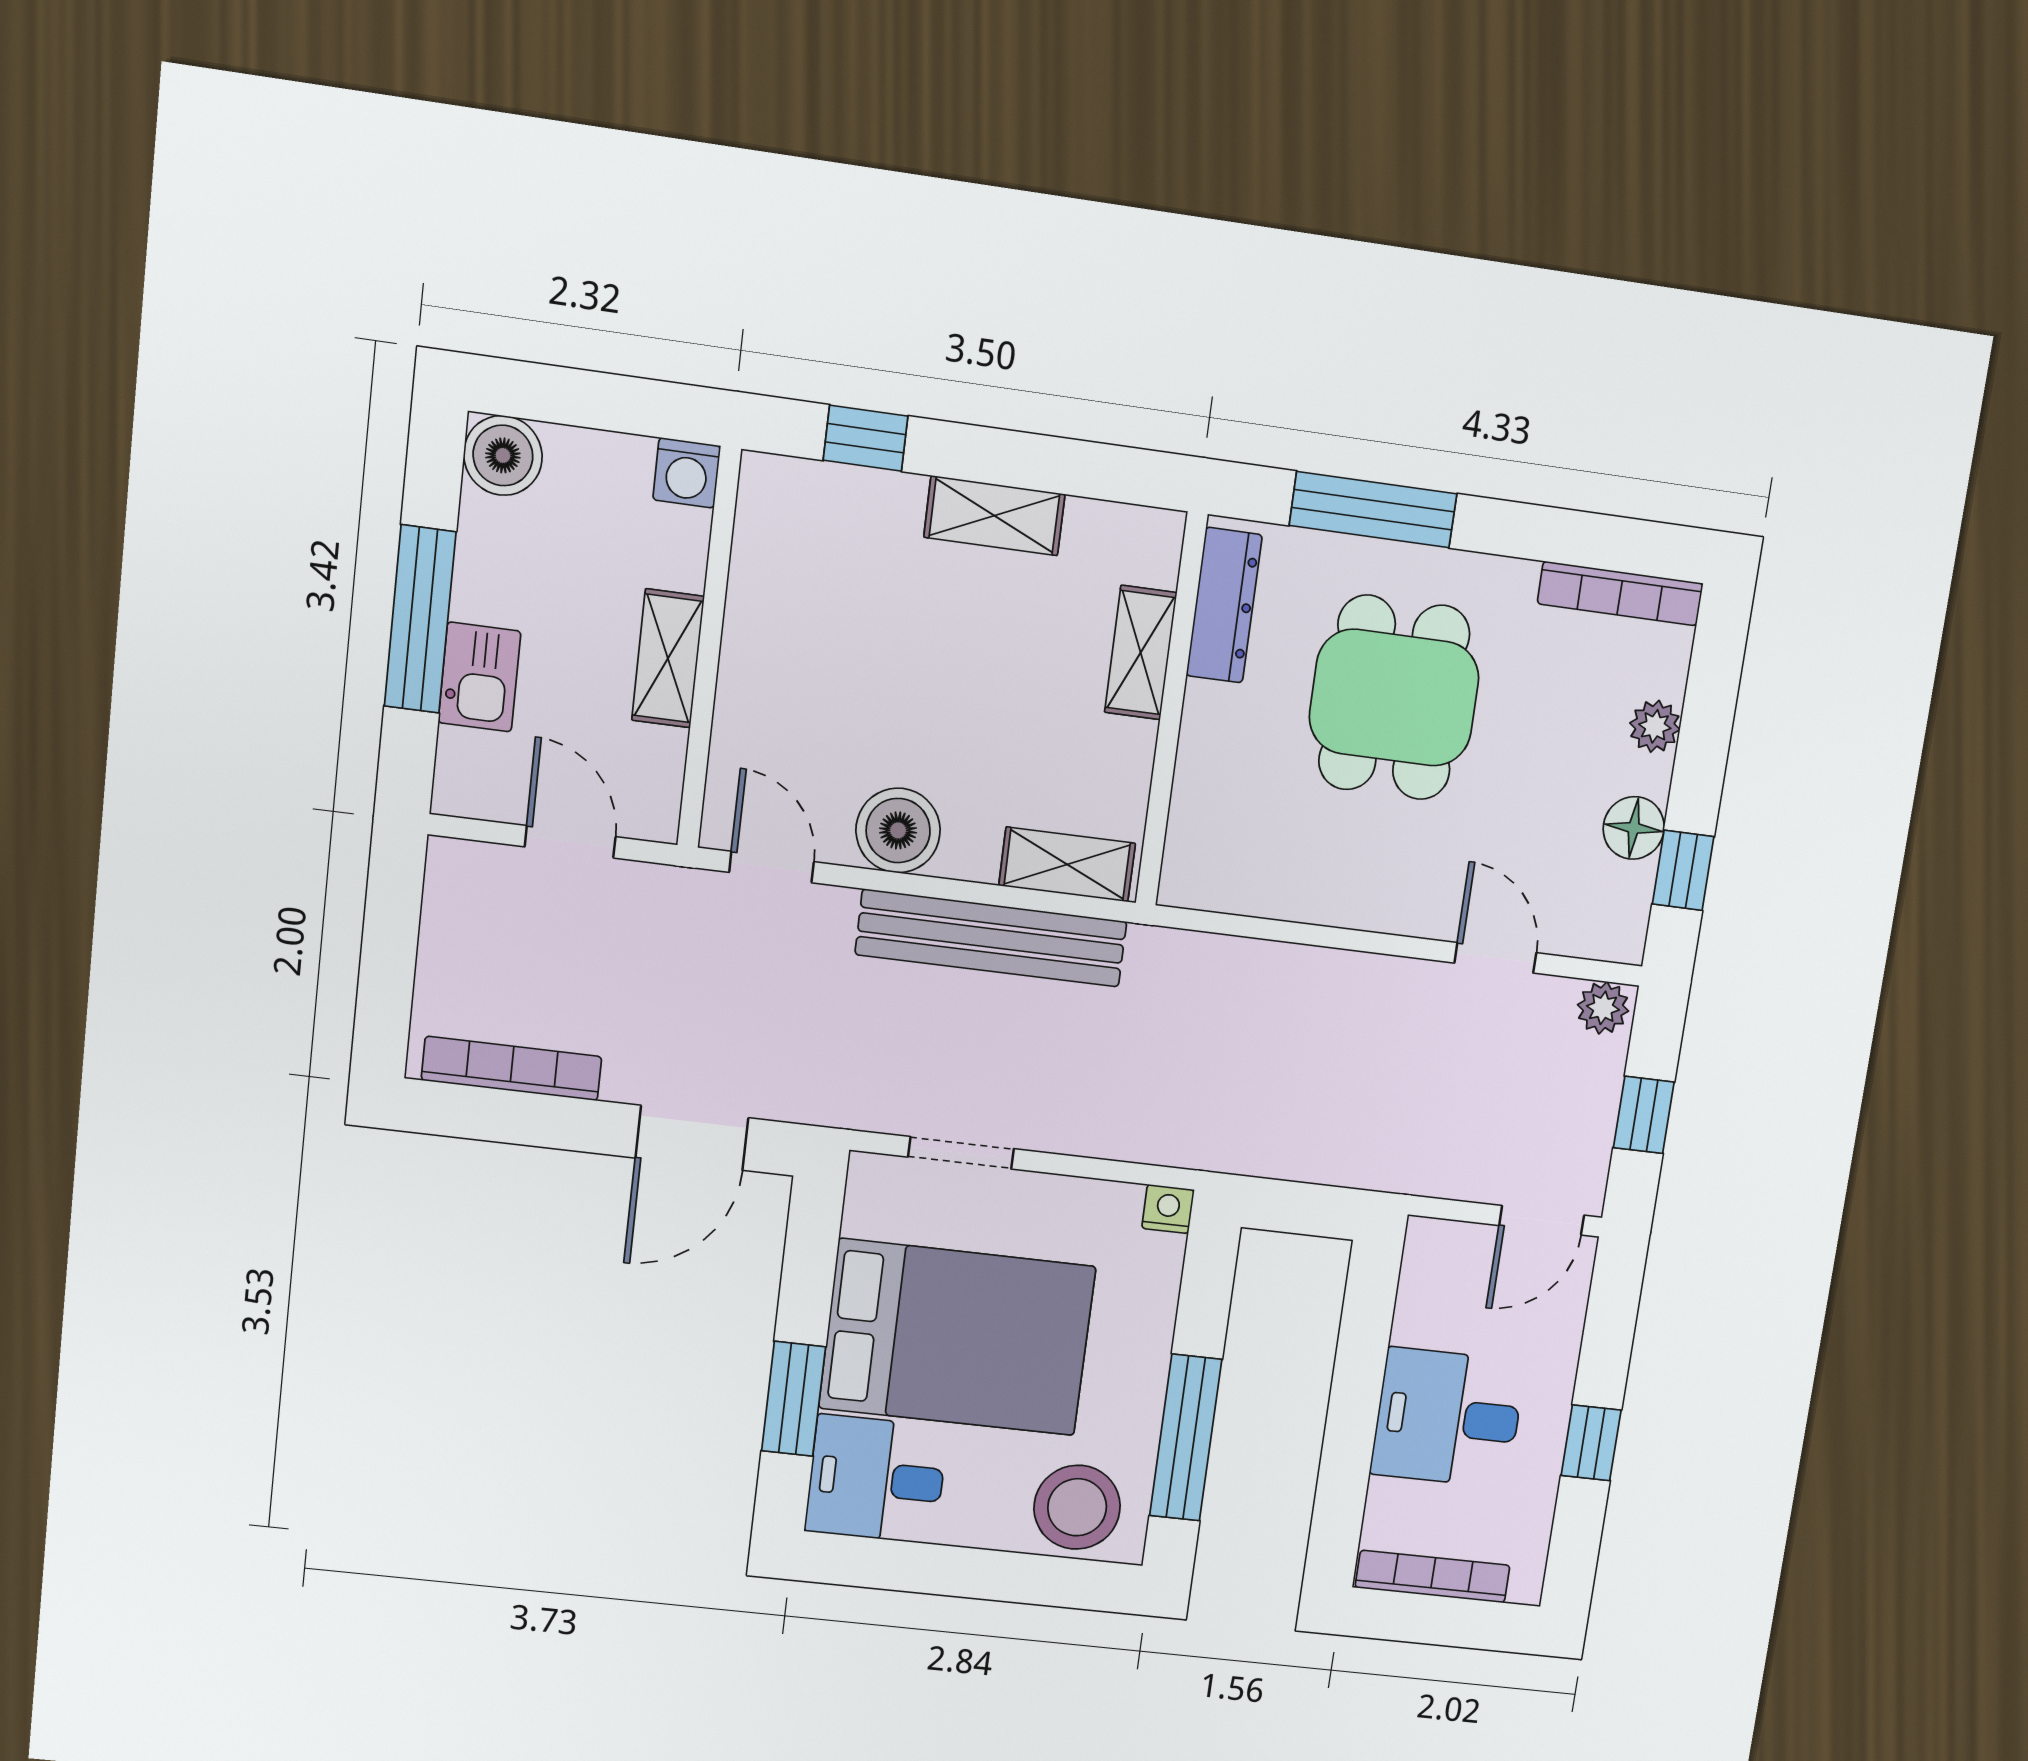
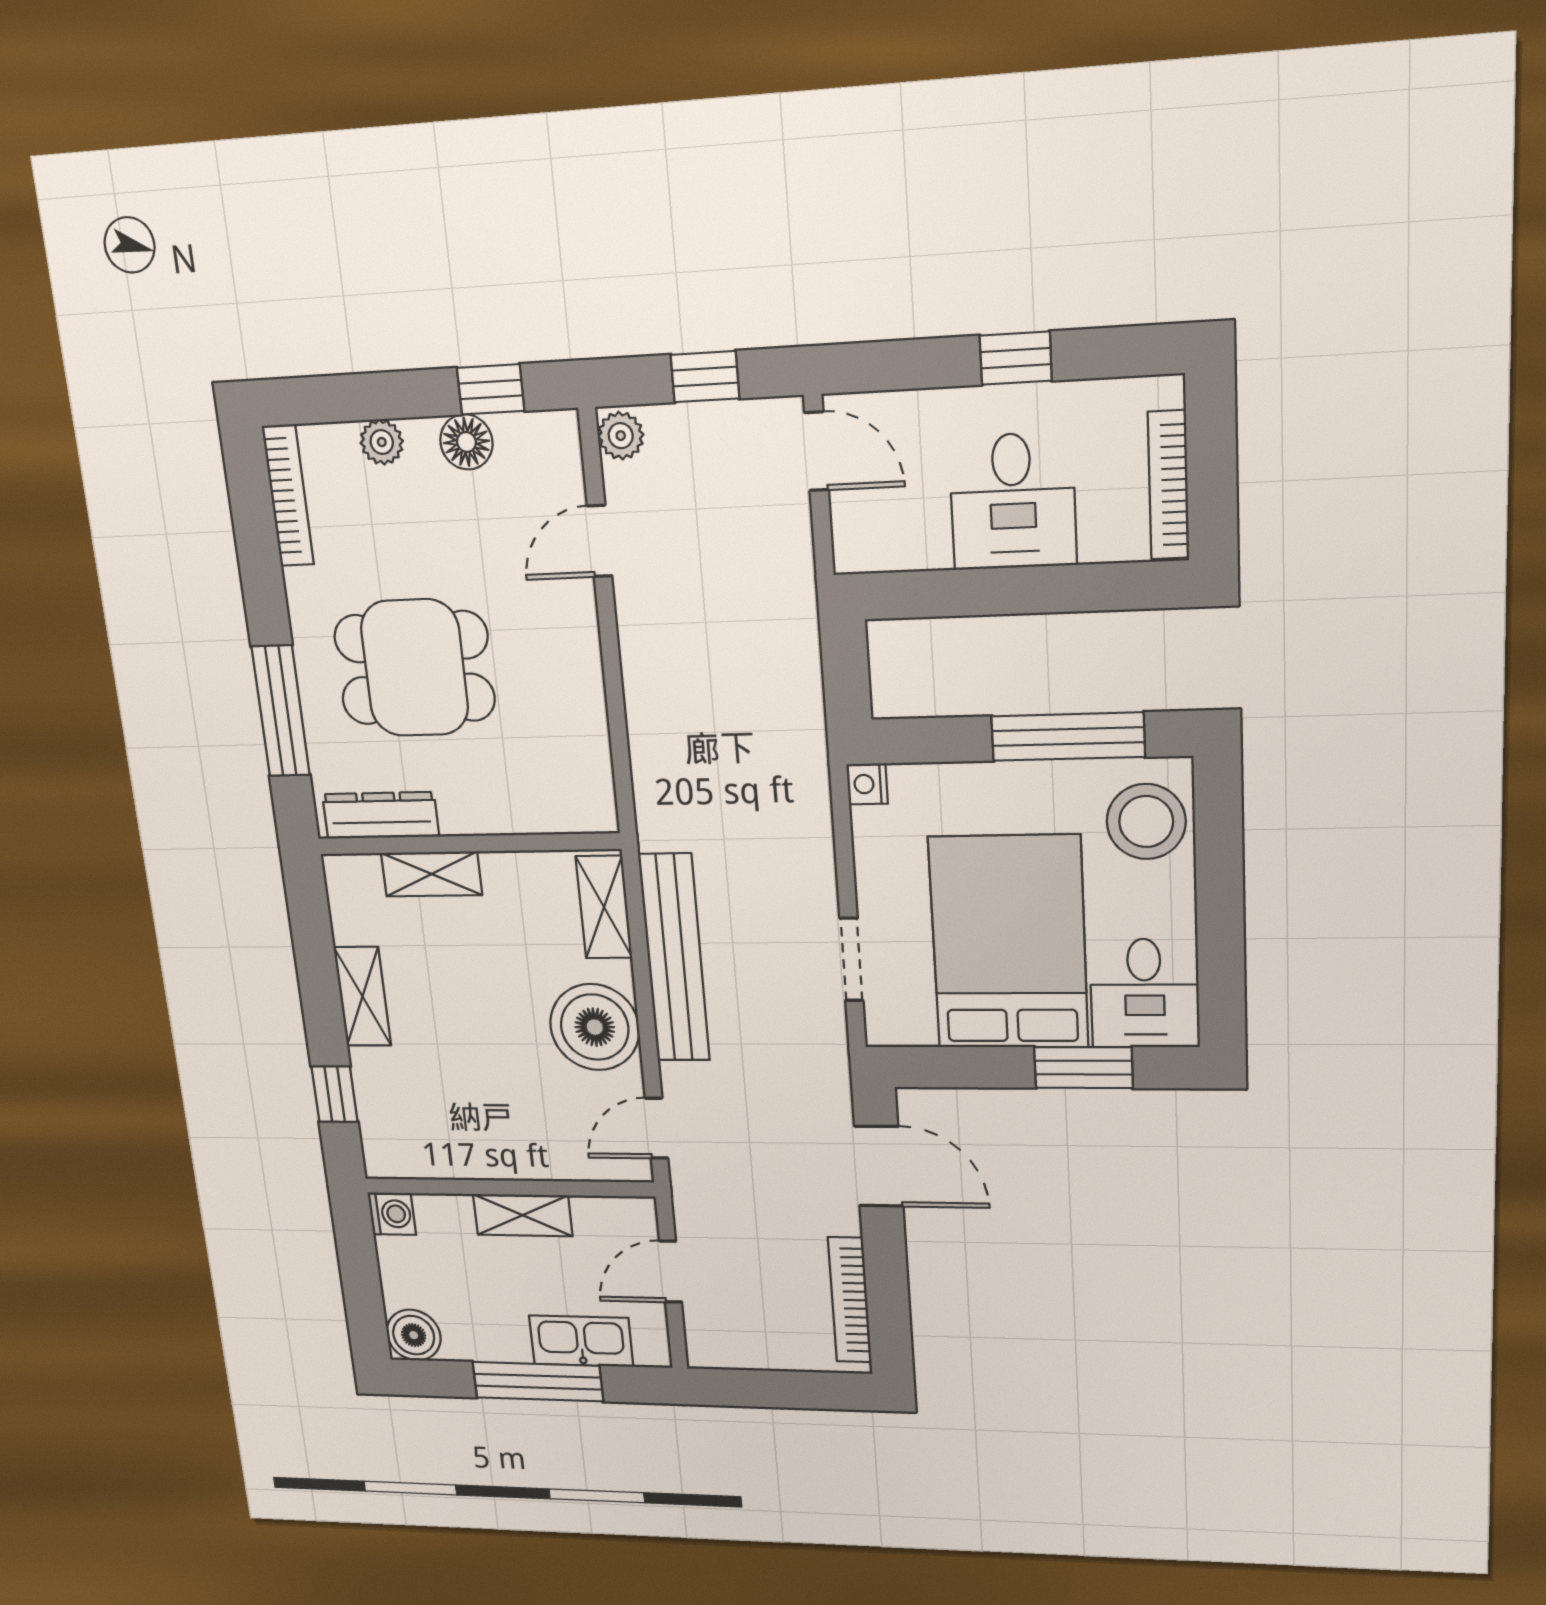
kitchen sink: (479, 677) -> (581, 1341), width x1.38
boiler: (898, 830) -> (595, 1027), width x1.37, depth x1.37

